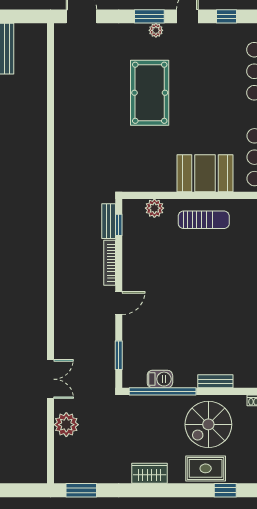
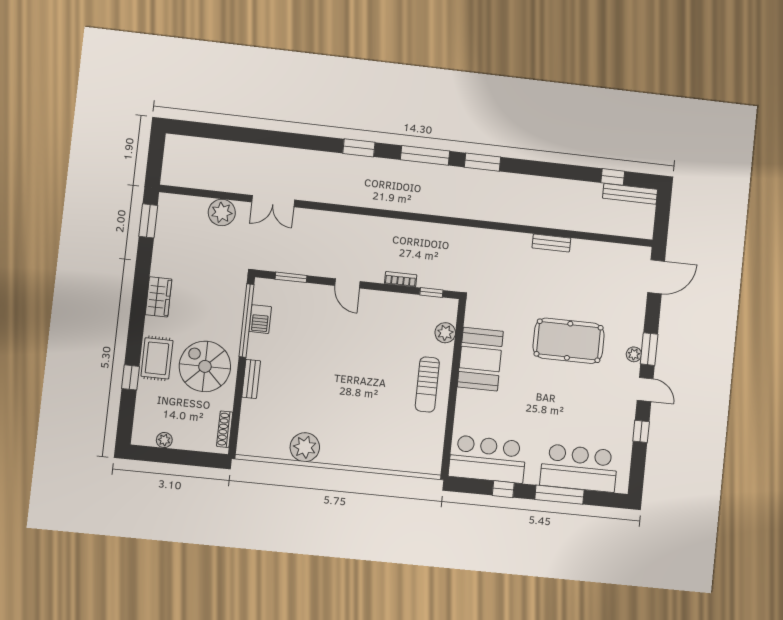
booth: (205, 173) -> (480, 359), moved
bench: (109, 221) -> (551, 243), moved
bookcase: (110, 263) -> (401, 279), width x0.64

